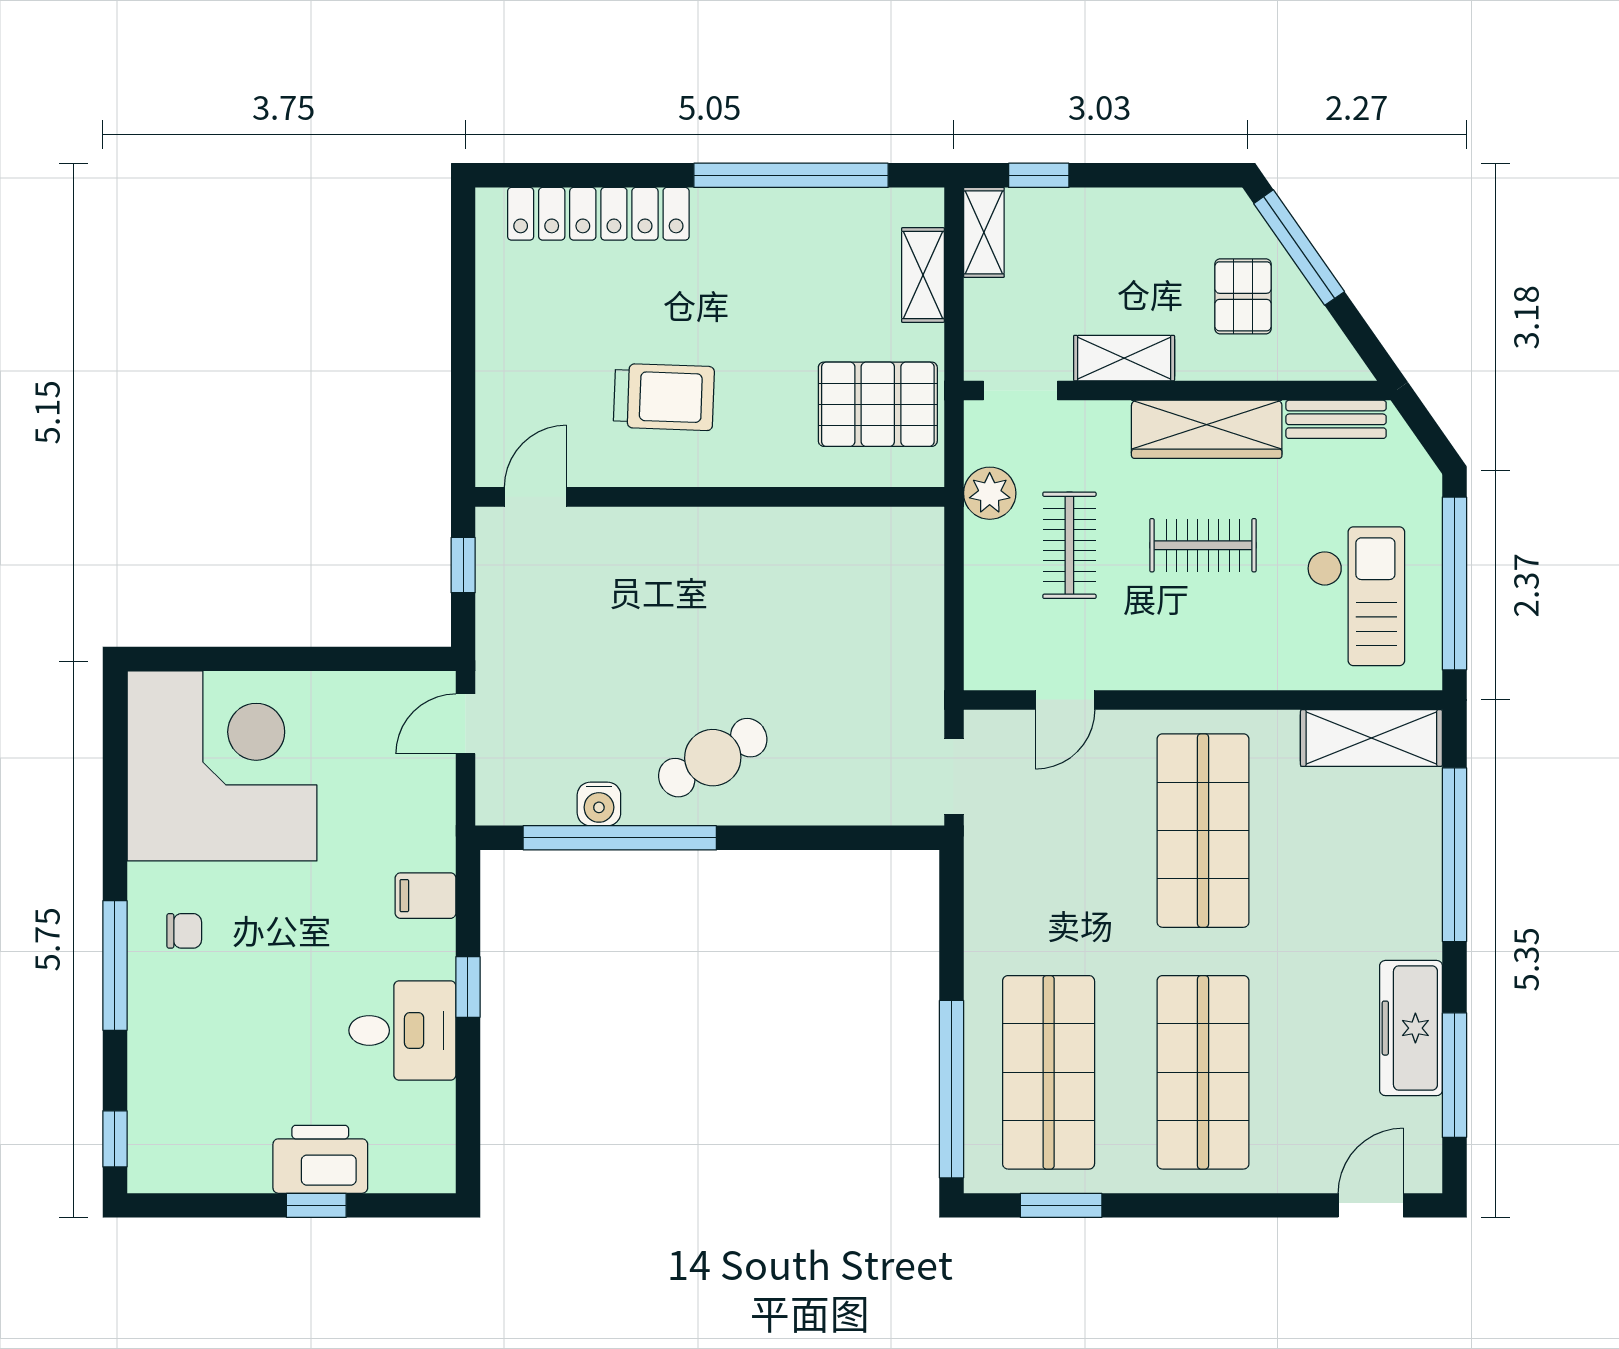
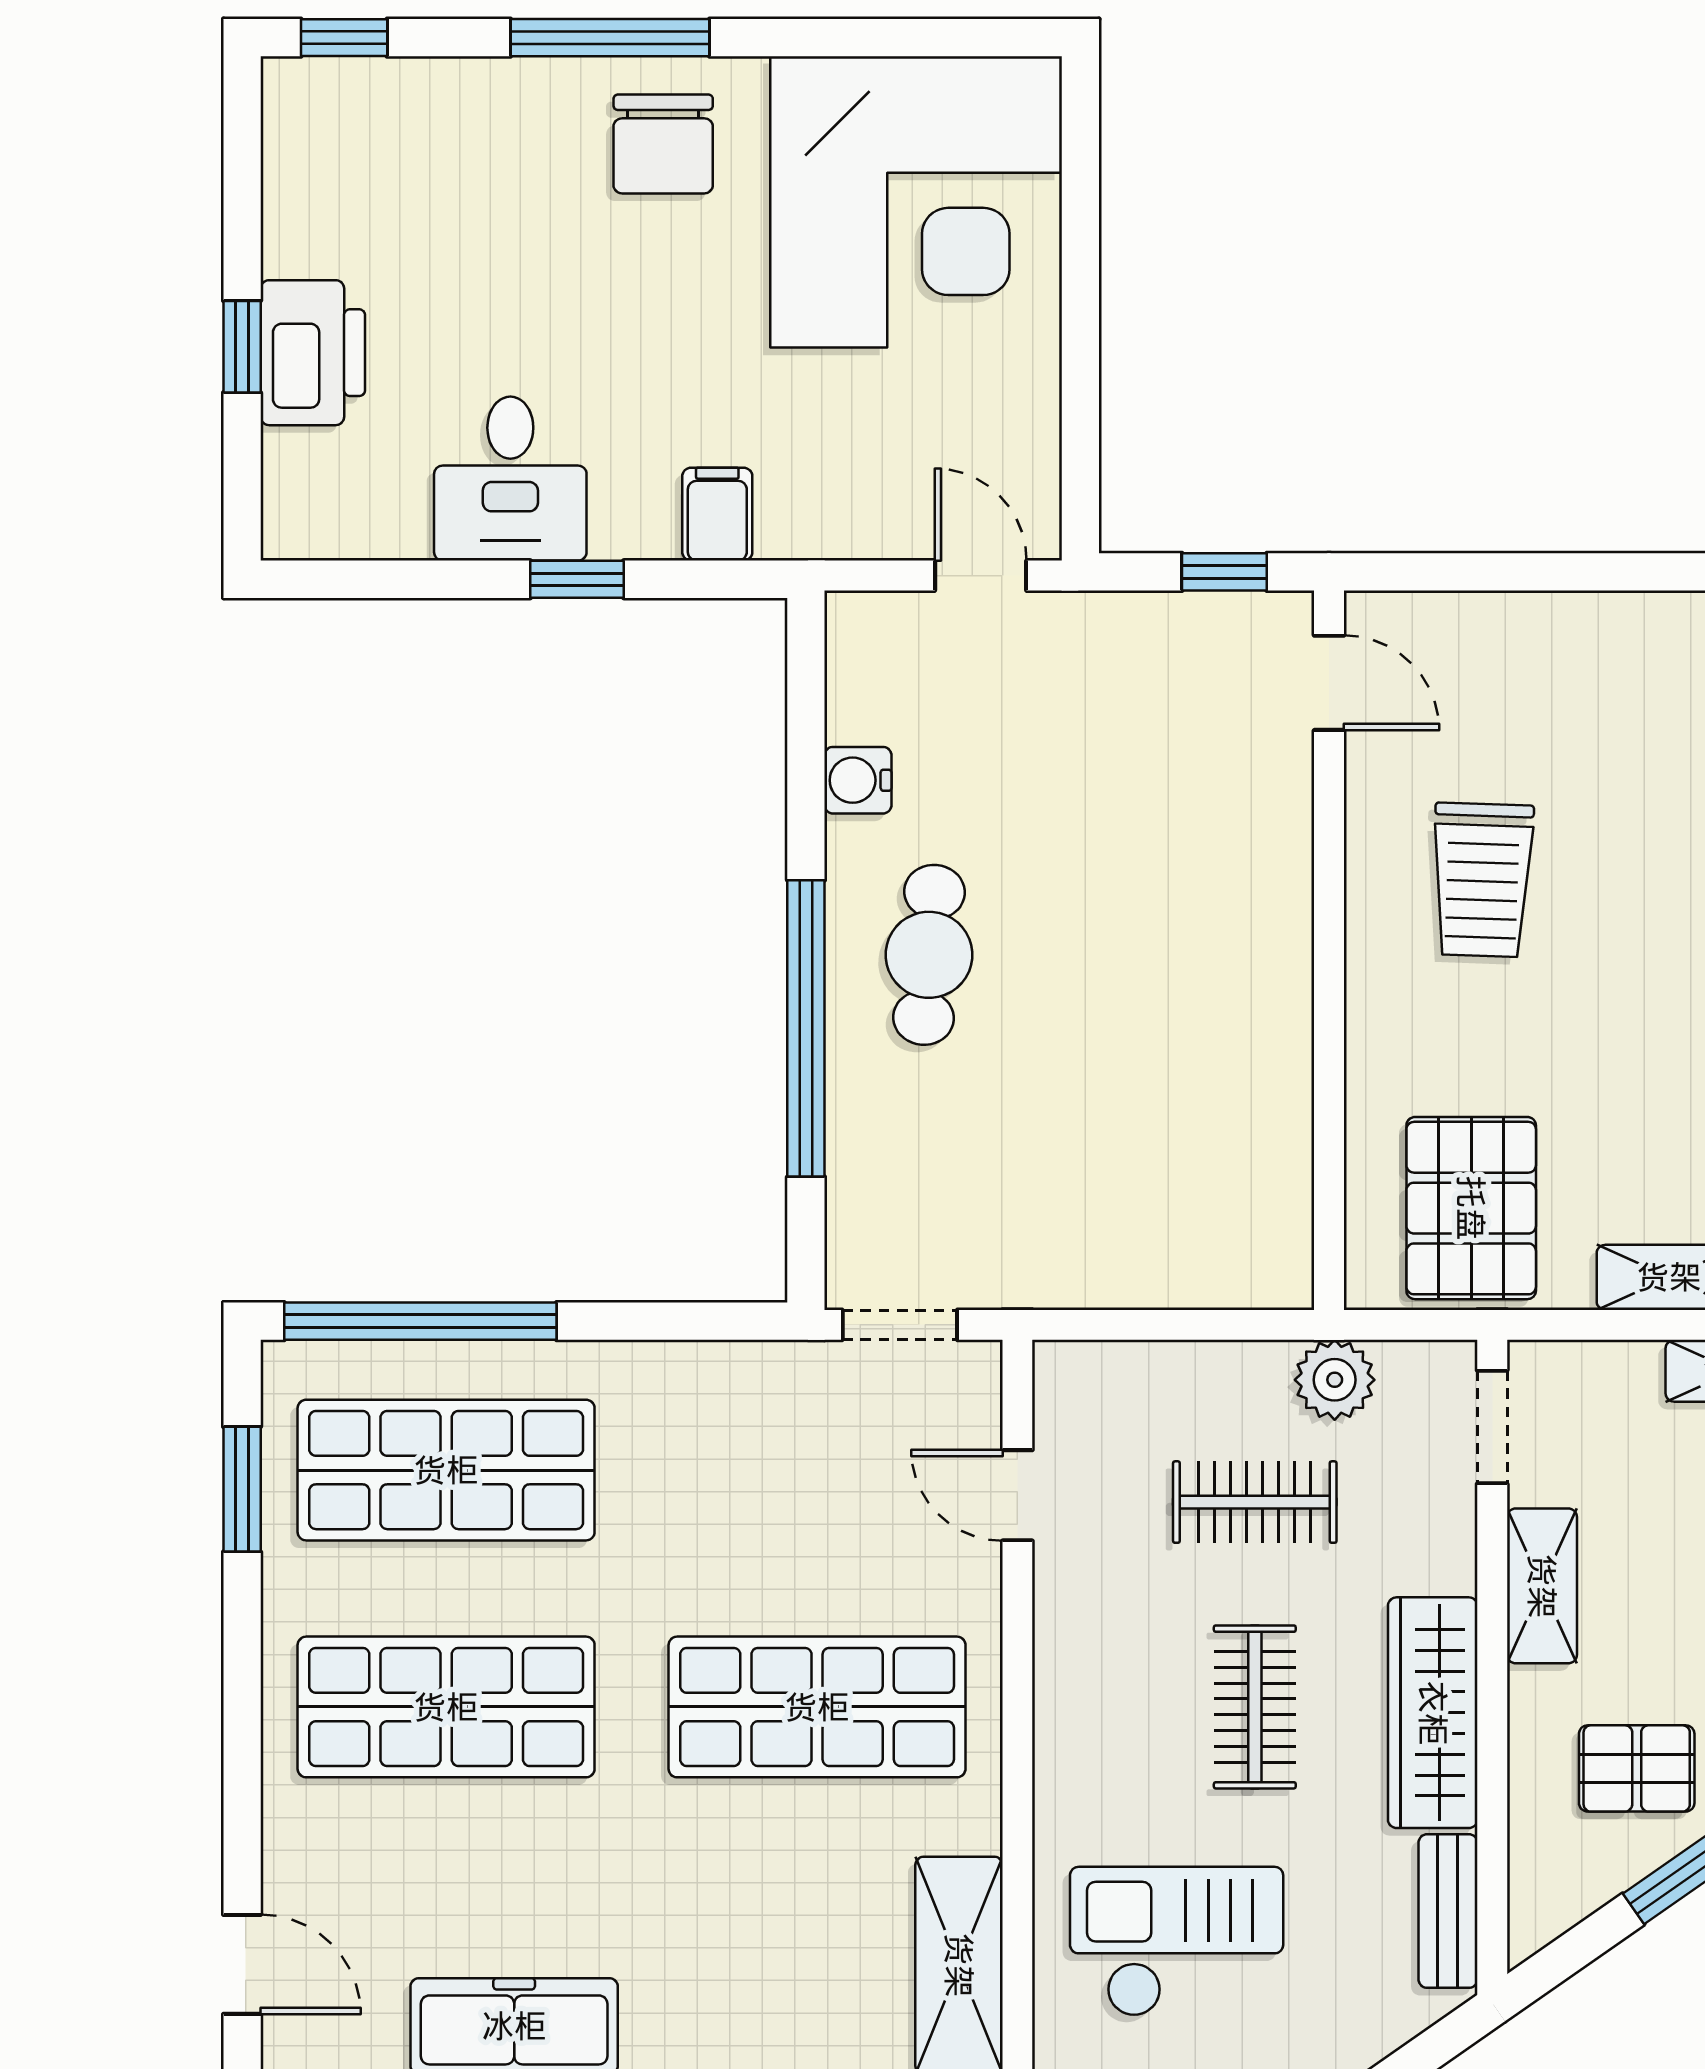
checkout: (1356, 596) -> (1177, 1942), turned 180
cafe table: (713, 758) -> (929, 955), turned 34
window: (620, 838) -> (806, 1028), moved
chair: (184, 931) -> (663, 144), width x1.87, depth x1.87

